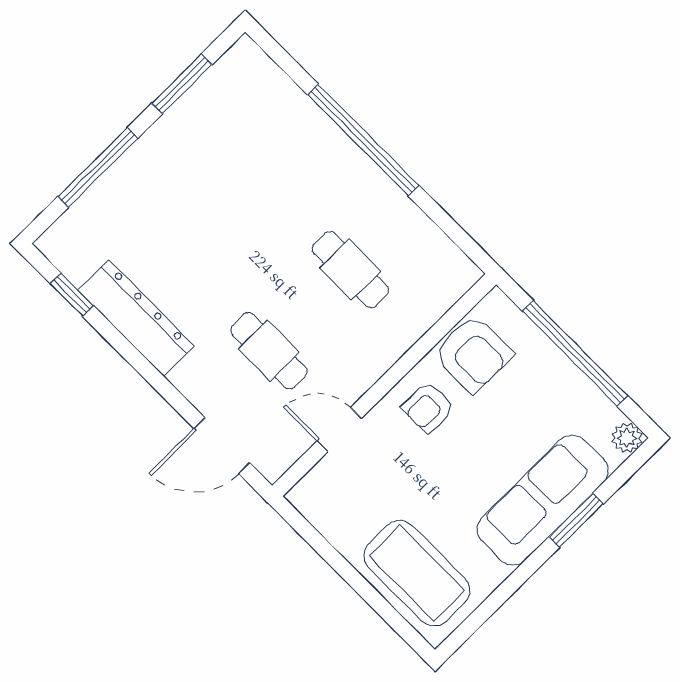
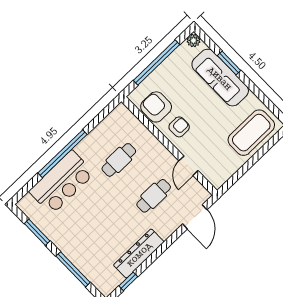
bar counter: (297, 139) -> (62, 182), added
armchair: (473, 354) -> (156, 107), turned -90
armchair: (428, 407) -> (179, 127), turned -90

